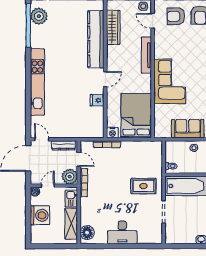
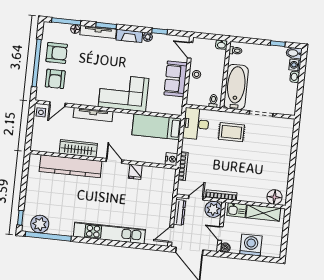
wardrobe: (113, 27) -> (78, 148), moved
bed: (136, 116) -> (157, 127), width x0.67
rug: (144, 186) -> (231, 132), turned 90
desk: (122, 232) -> (196, 124), moved, turned 180

